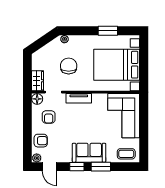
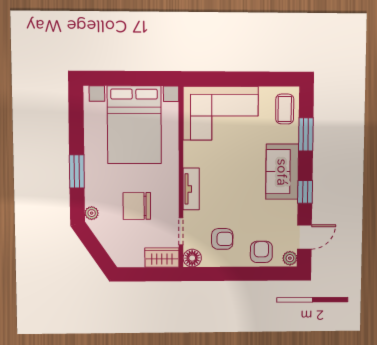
window: (108, 31) -> (77, 171), moved
window: (101, 167) -> (306, 134), moved

